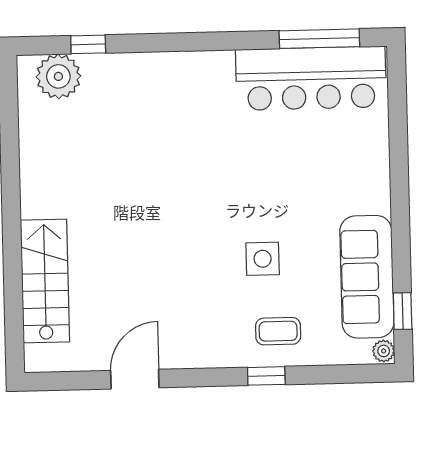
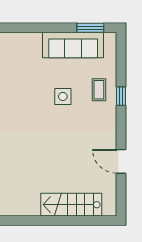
window: (403, 311) -> (90, 28), width x1.50
plant: (384, 351) -> (110, 38), removed

